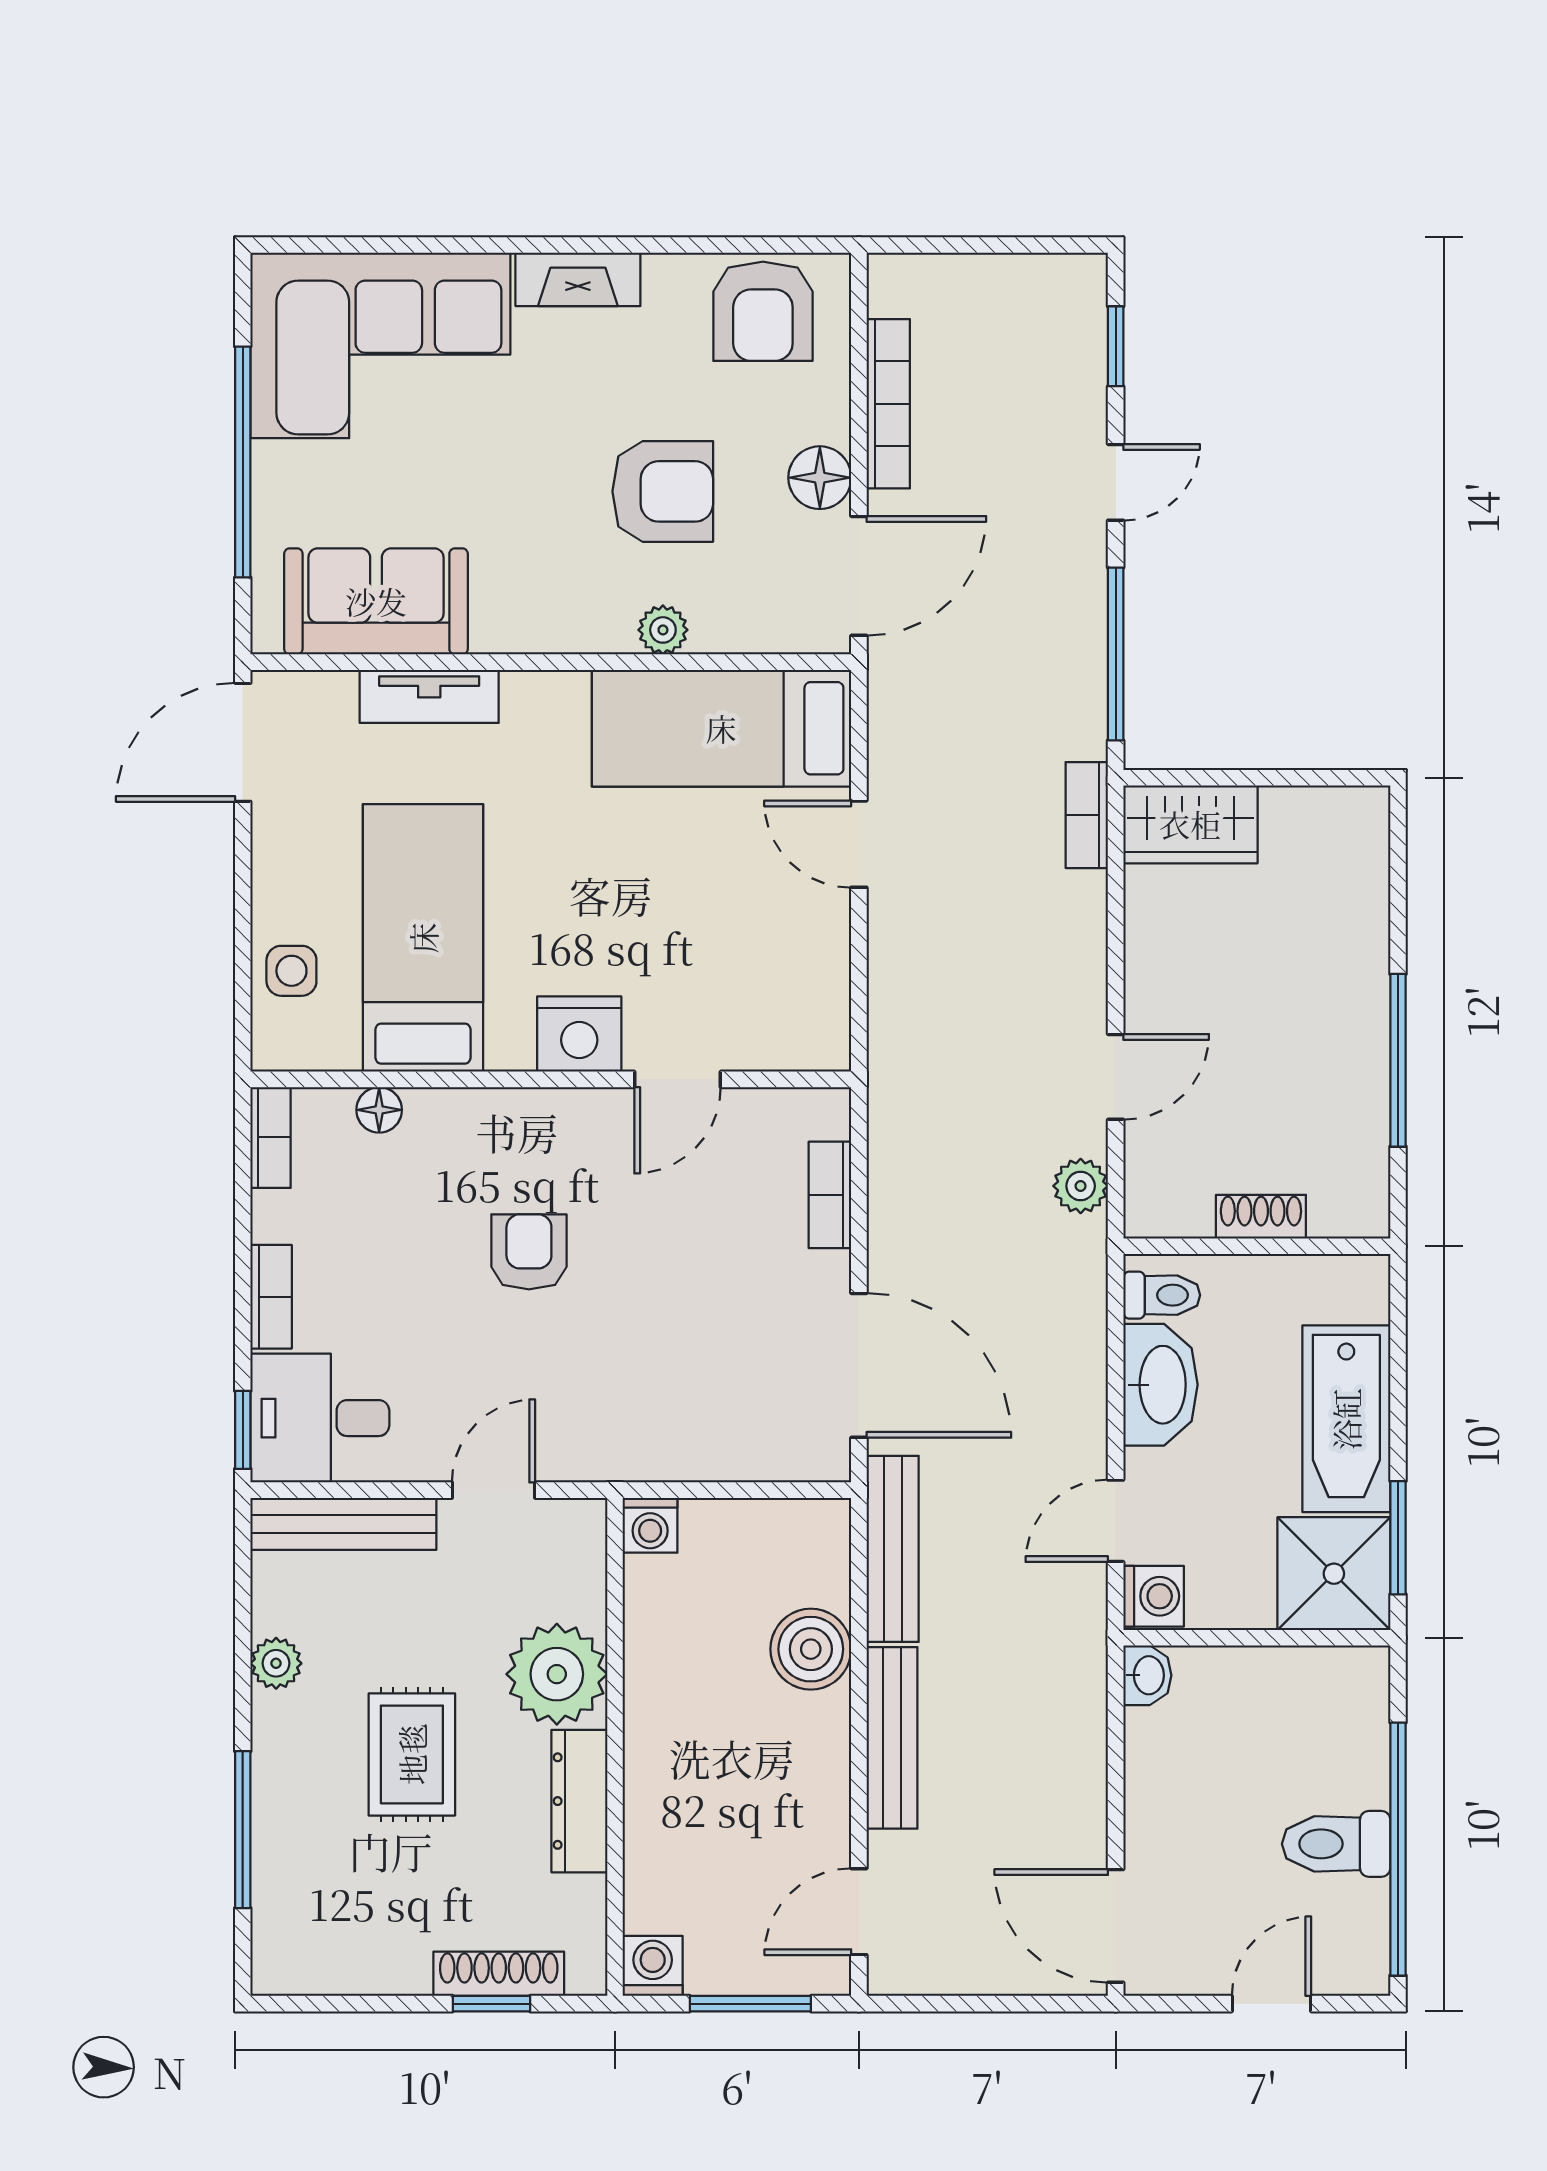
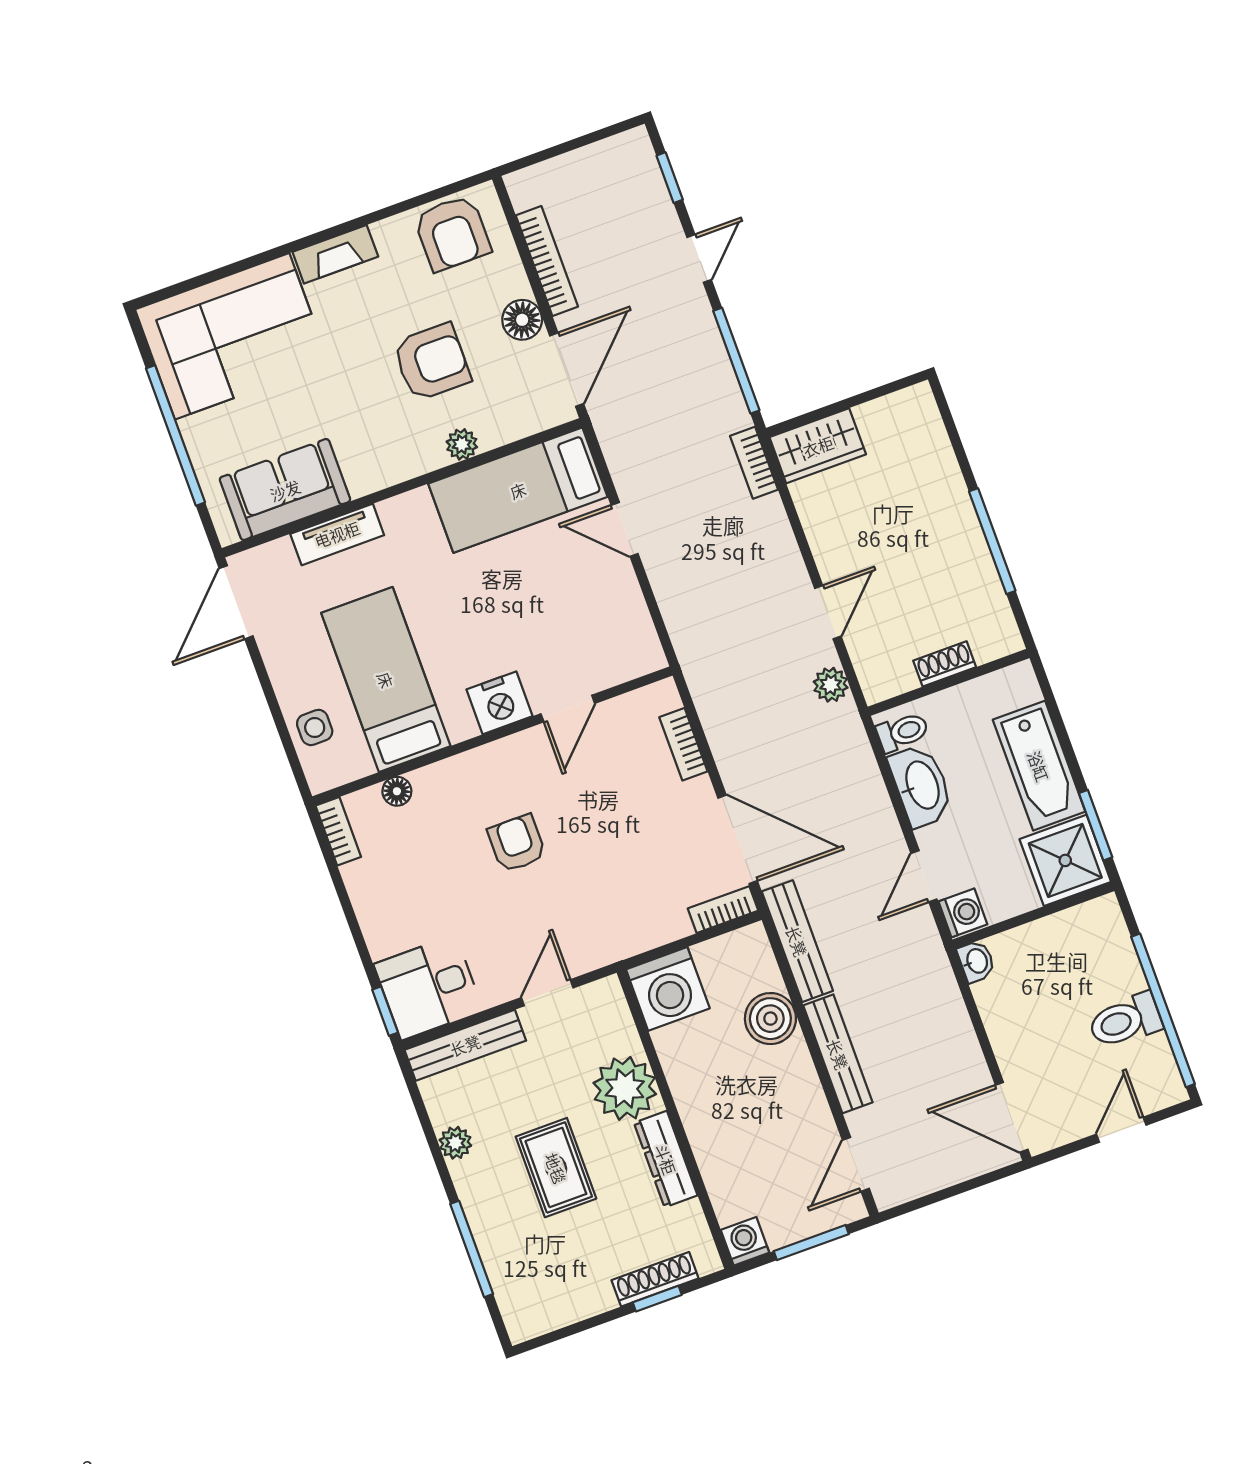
bookcase: (271, 1297) -> (723, 910), moved, turned -90
washing machine: (650, 1525) -> (668, 989), width x1.89, depth x1.89

